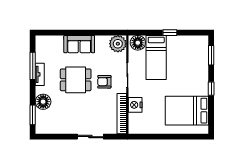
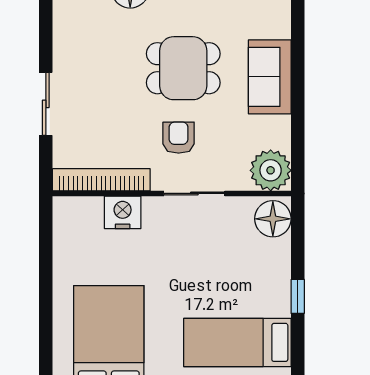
bed: (156, 57) -> (237, 342), moved
dining table: (76, 80) -> (183, 68), turned 90

